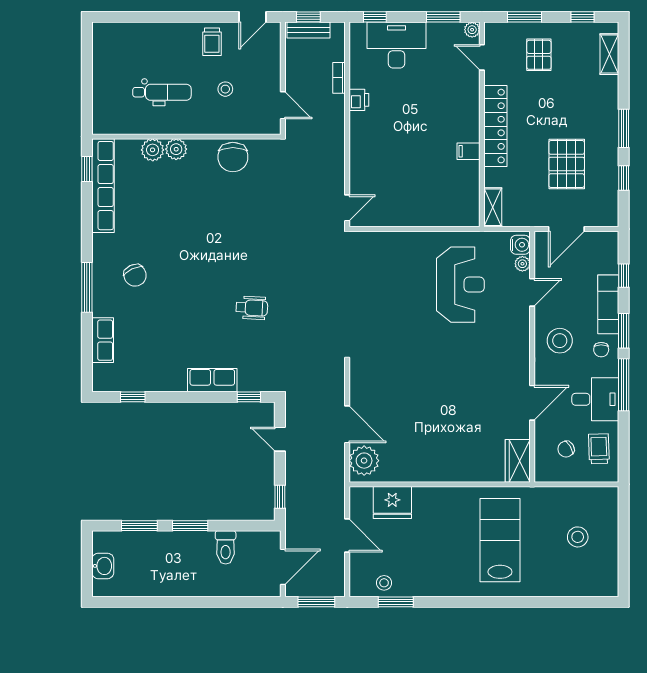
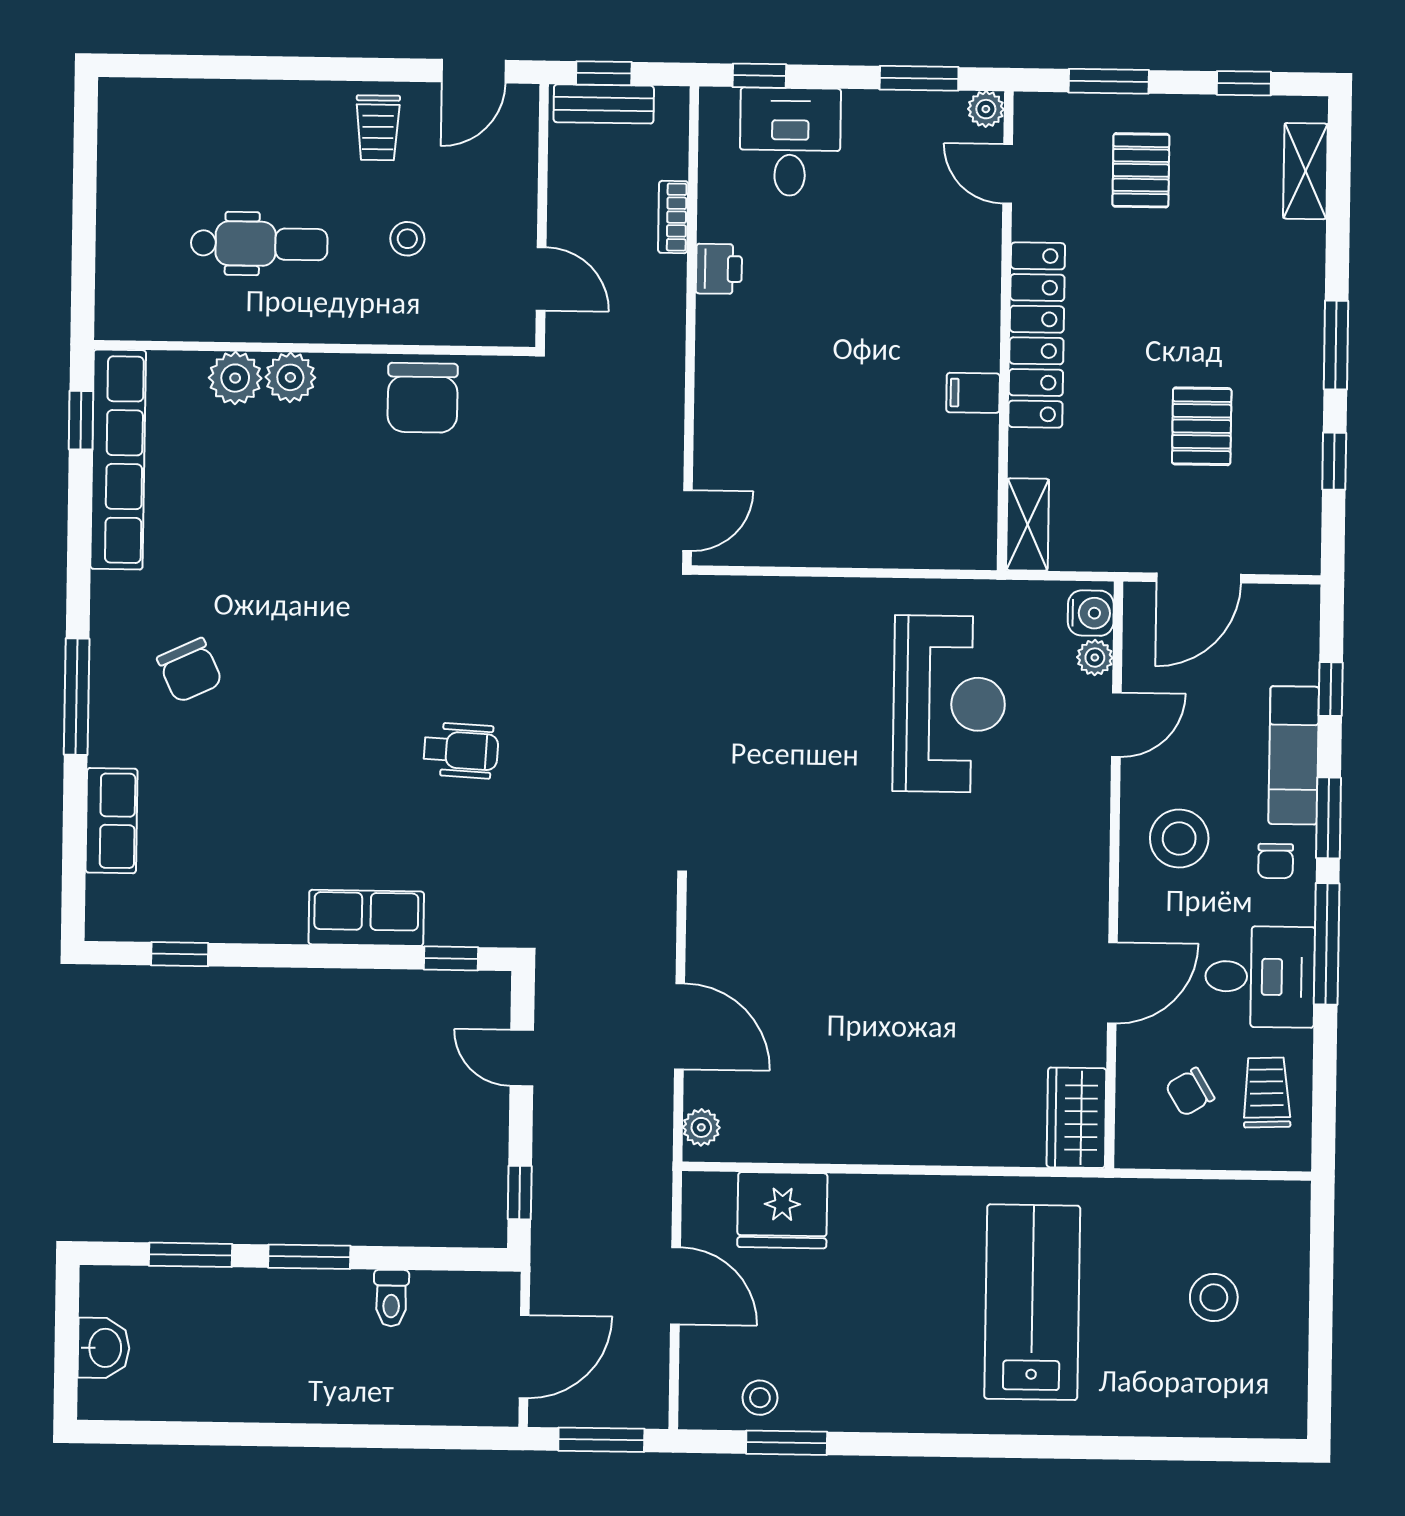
desk: (396, 45) -> (790, 142), width x0.73
pallet: (567, 164) -> (1202, 426), width x0.67, depth x0.71
plant: (364, 461) -> (701, 1127), width x0.53, depth x0.53
toilet: (226, 547) -> (391, 1298), width x0.73, depth x0.72

